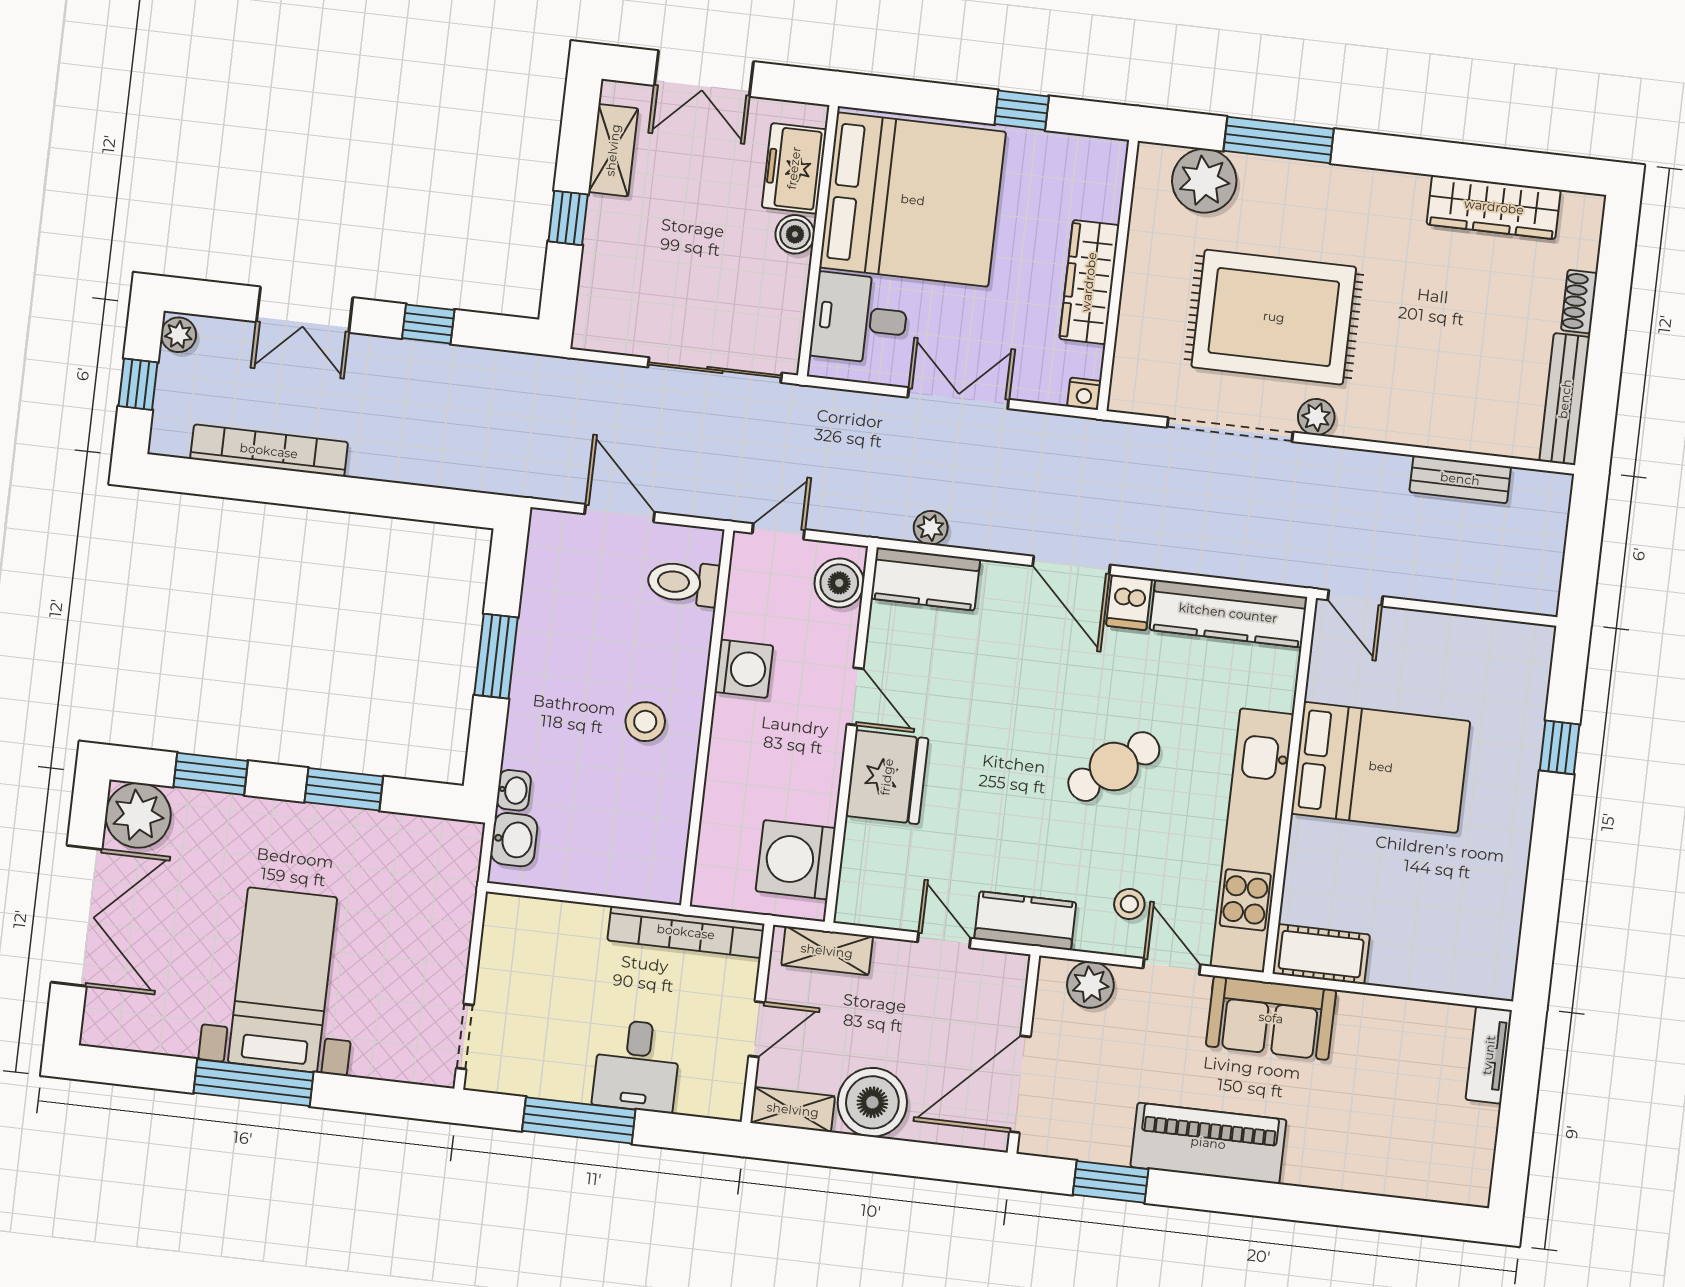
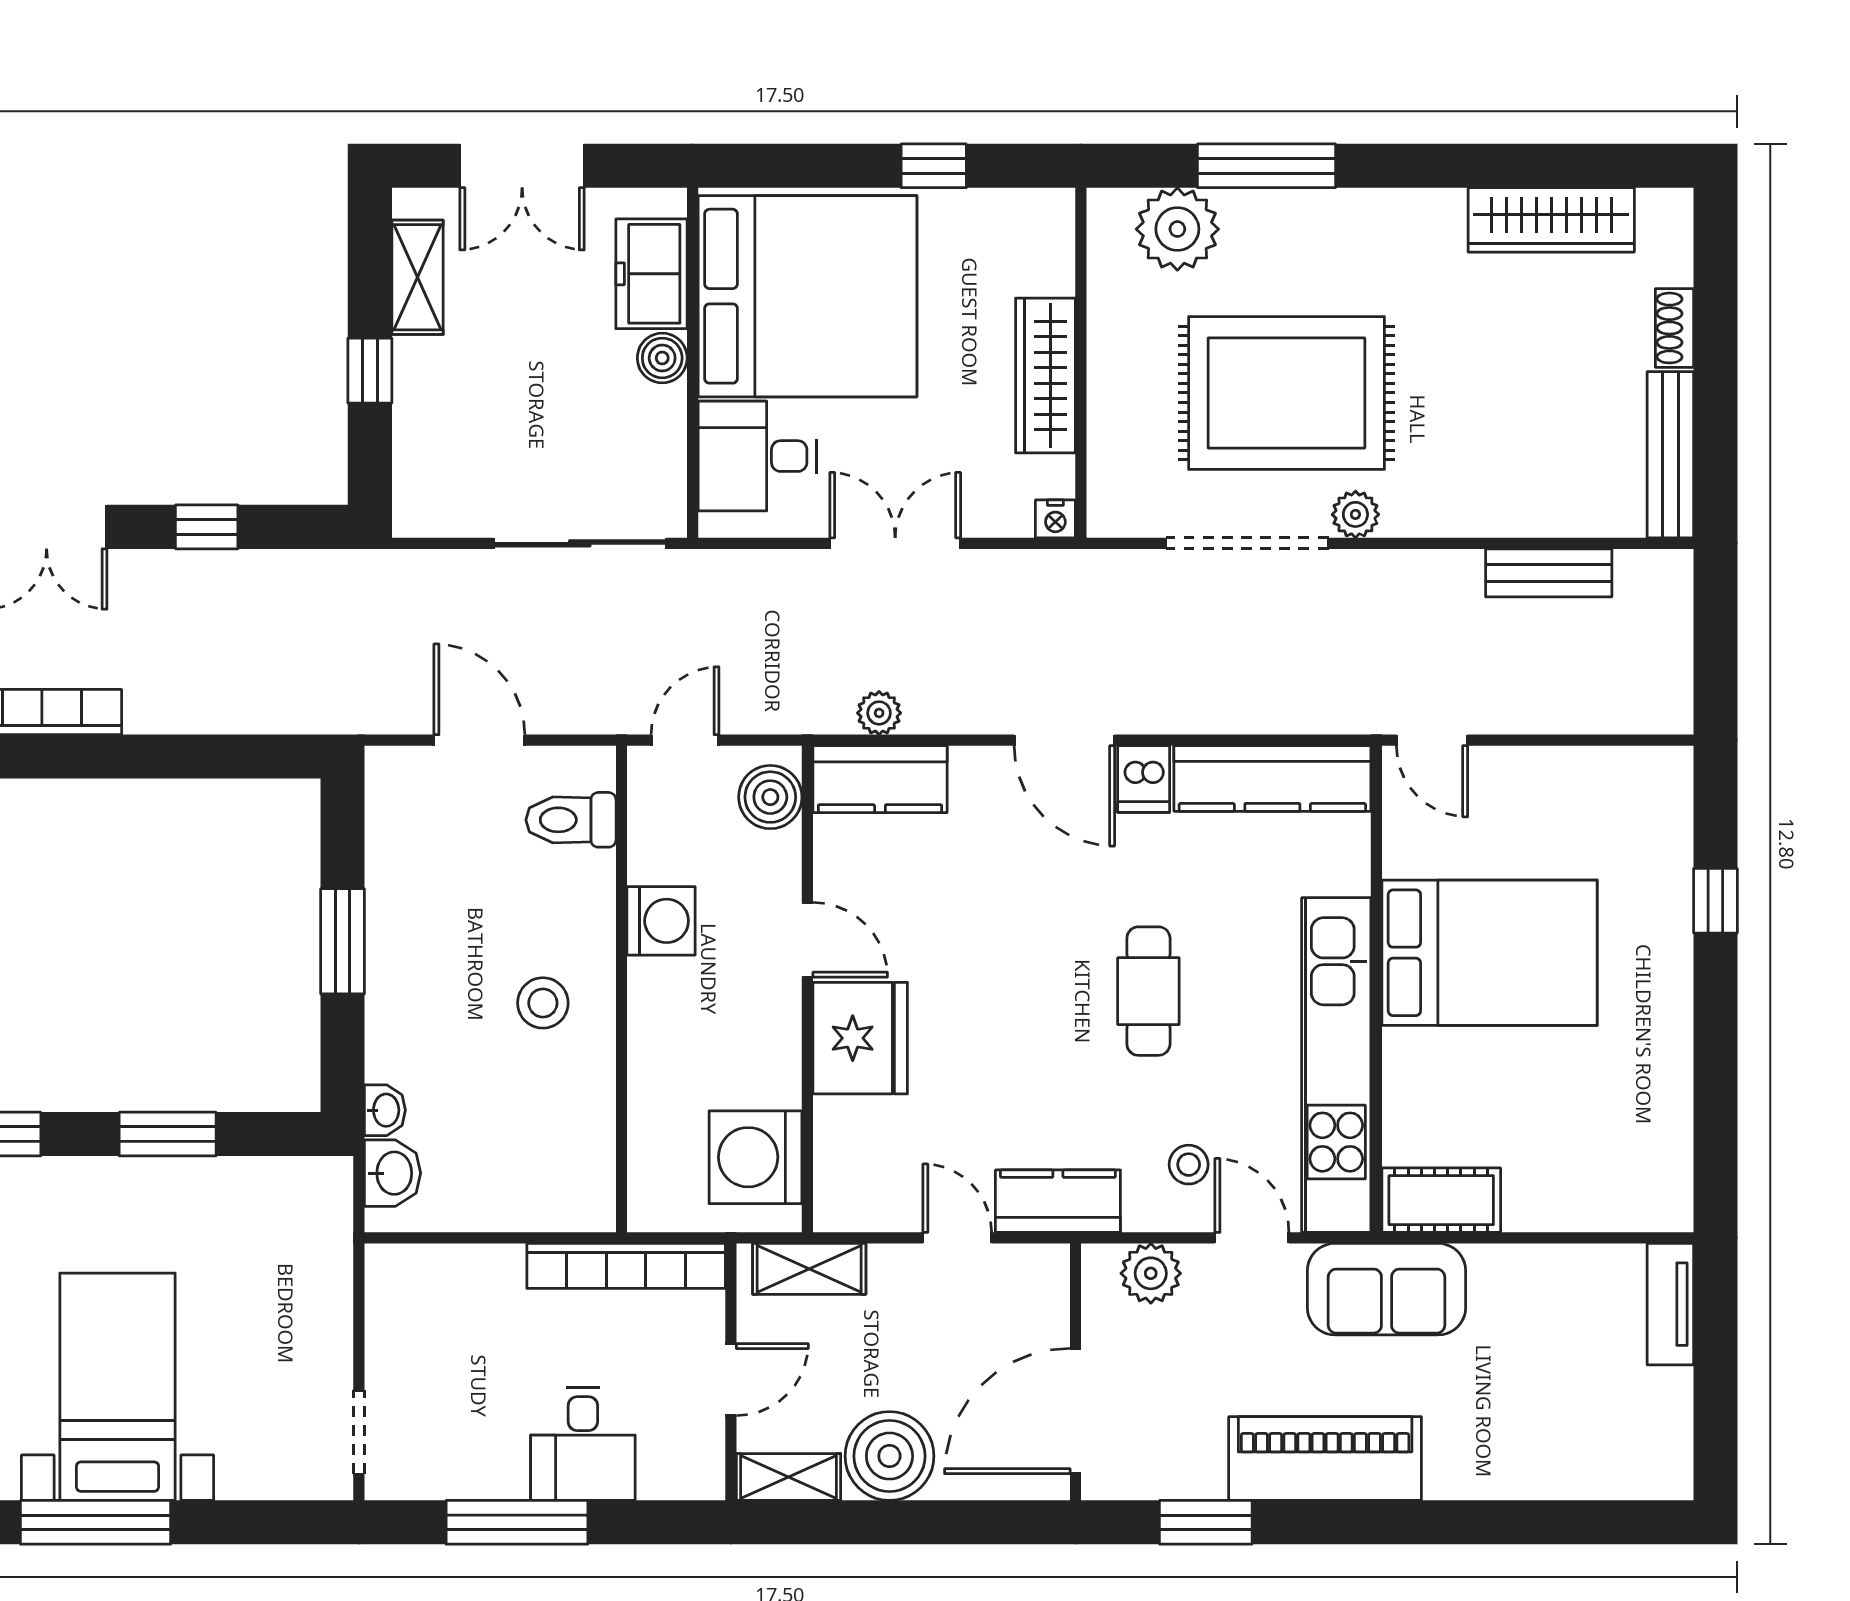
cafe table: (1114, 767) -> (1148, 991), turned -52

